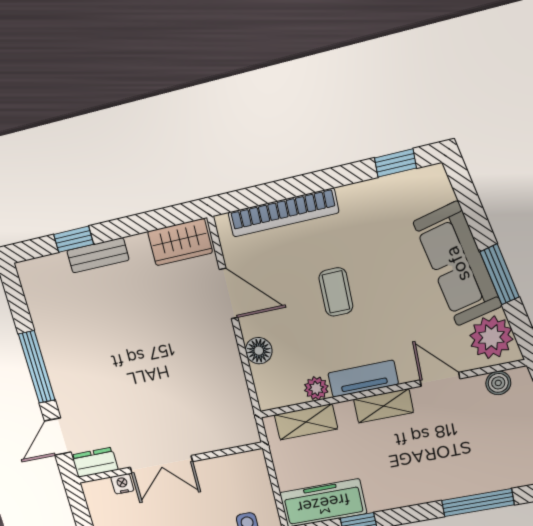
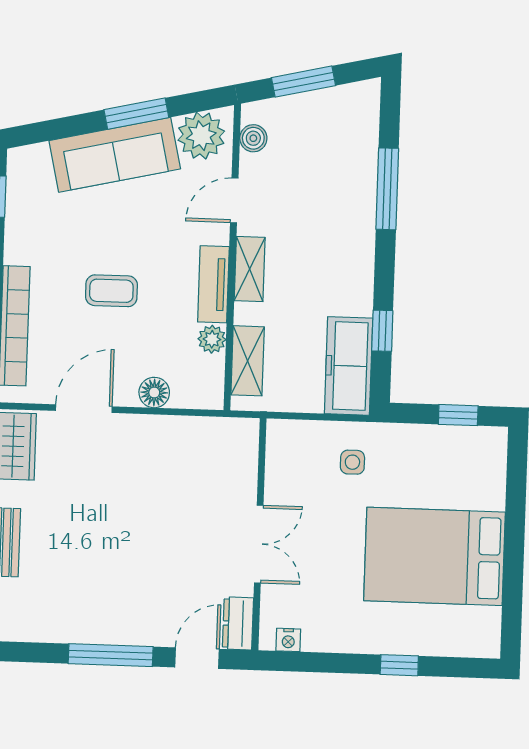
door: (58, 437) -> (197, 658), swing flipped
nightstand: (122, 484) -> (288, 640), moved, turned -90

